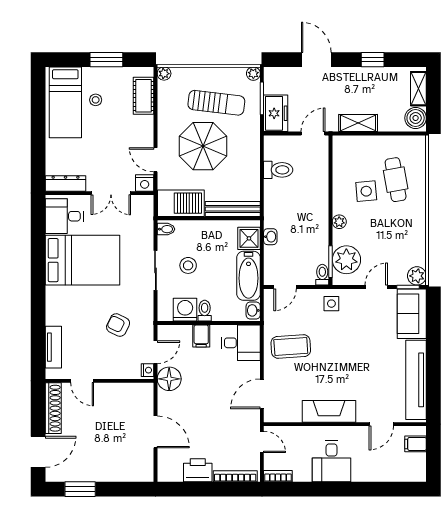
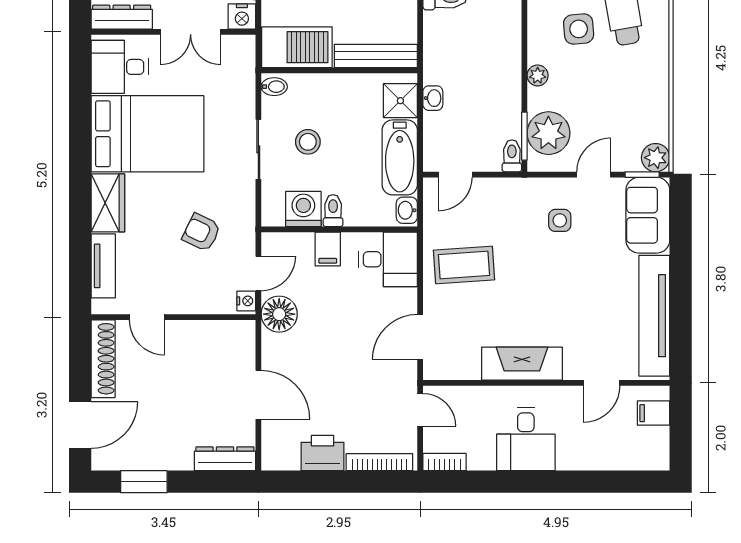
side table: (331, 304) -> (560, 220), moved
wardrobe: (56, 306) -> (108, 203), added
dresser: (134, 474) -> (225, 459), added

